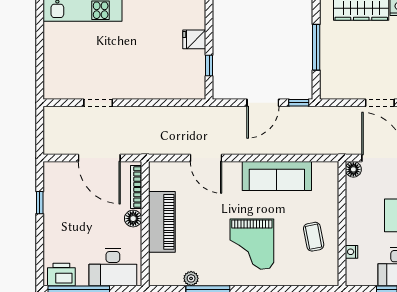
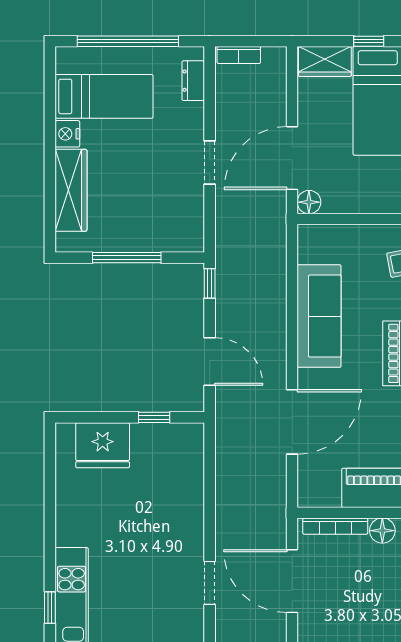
fridge: (194, 39) -> (103, 445), width x1.88, depth x1.34
door: (263, 103) -> (210, 361), moved
door: (99, 158) -> (292, 581), swing flipped
door: (206, 158) -> (292, 422), width x1.36

